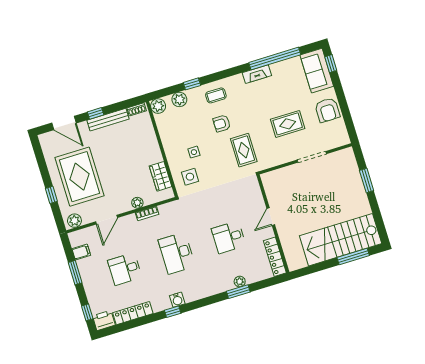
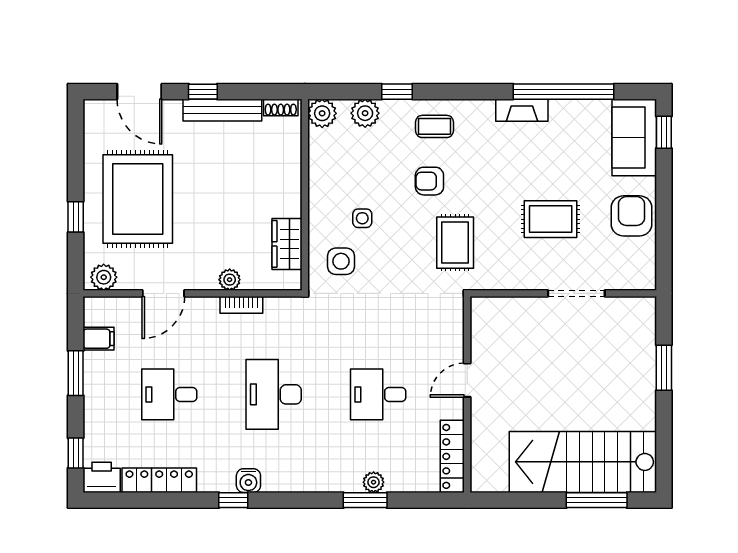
armchair: (327, 110) -> (632, 216), turned 180

